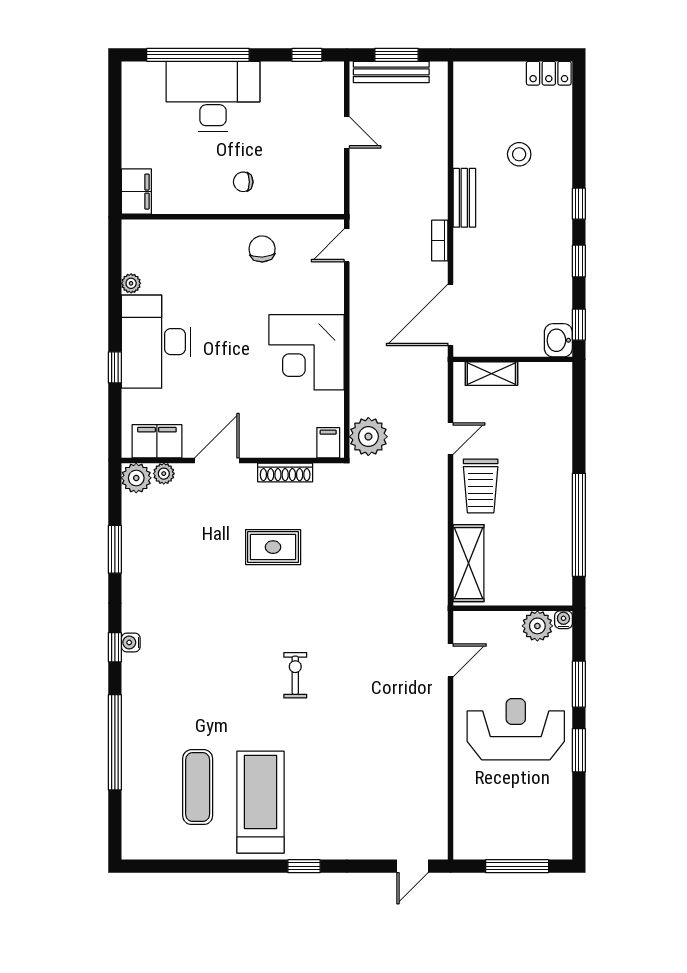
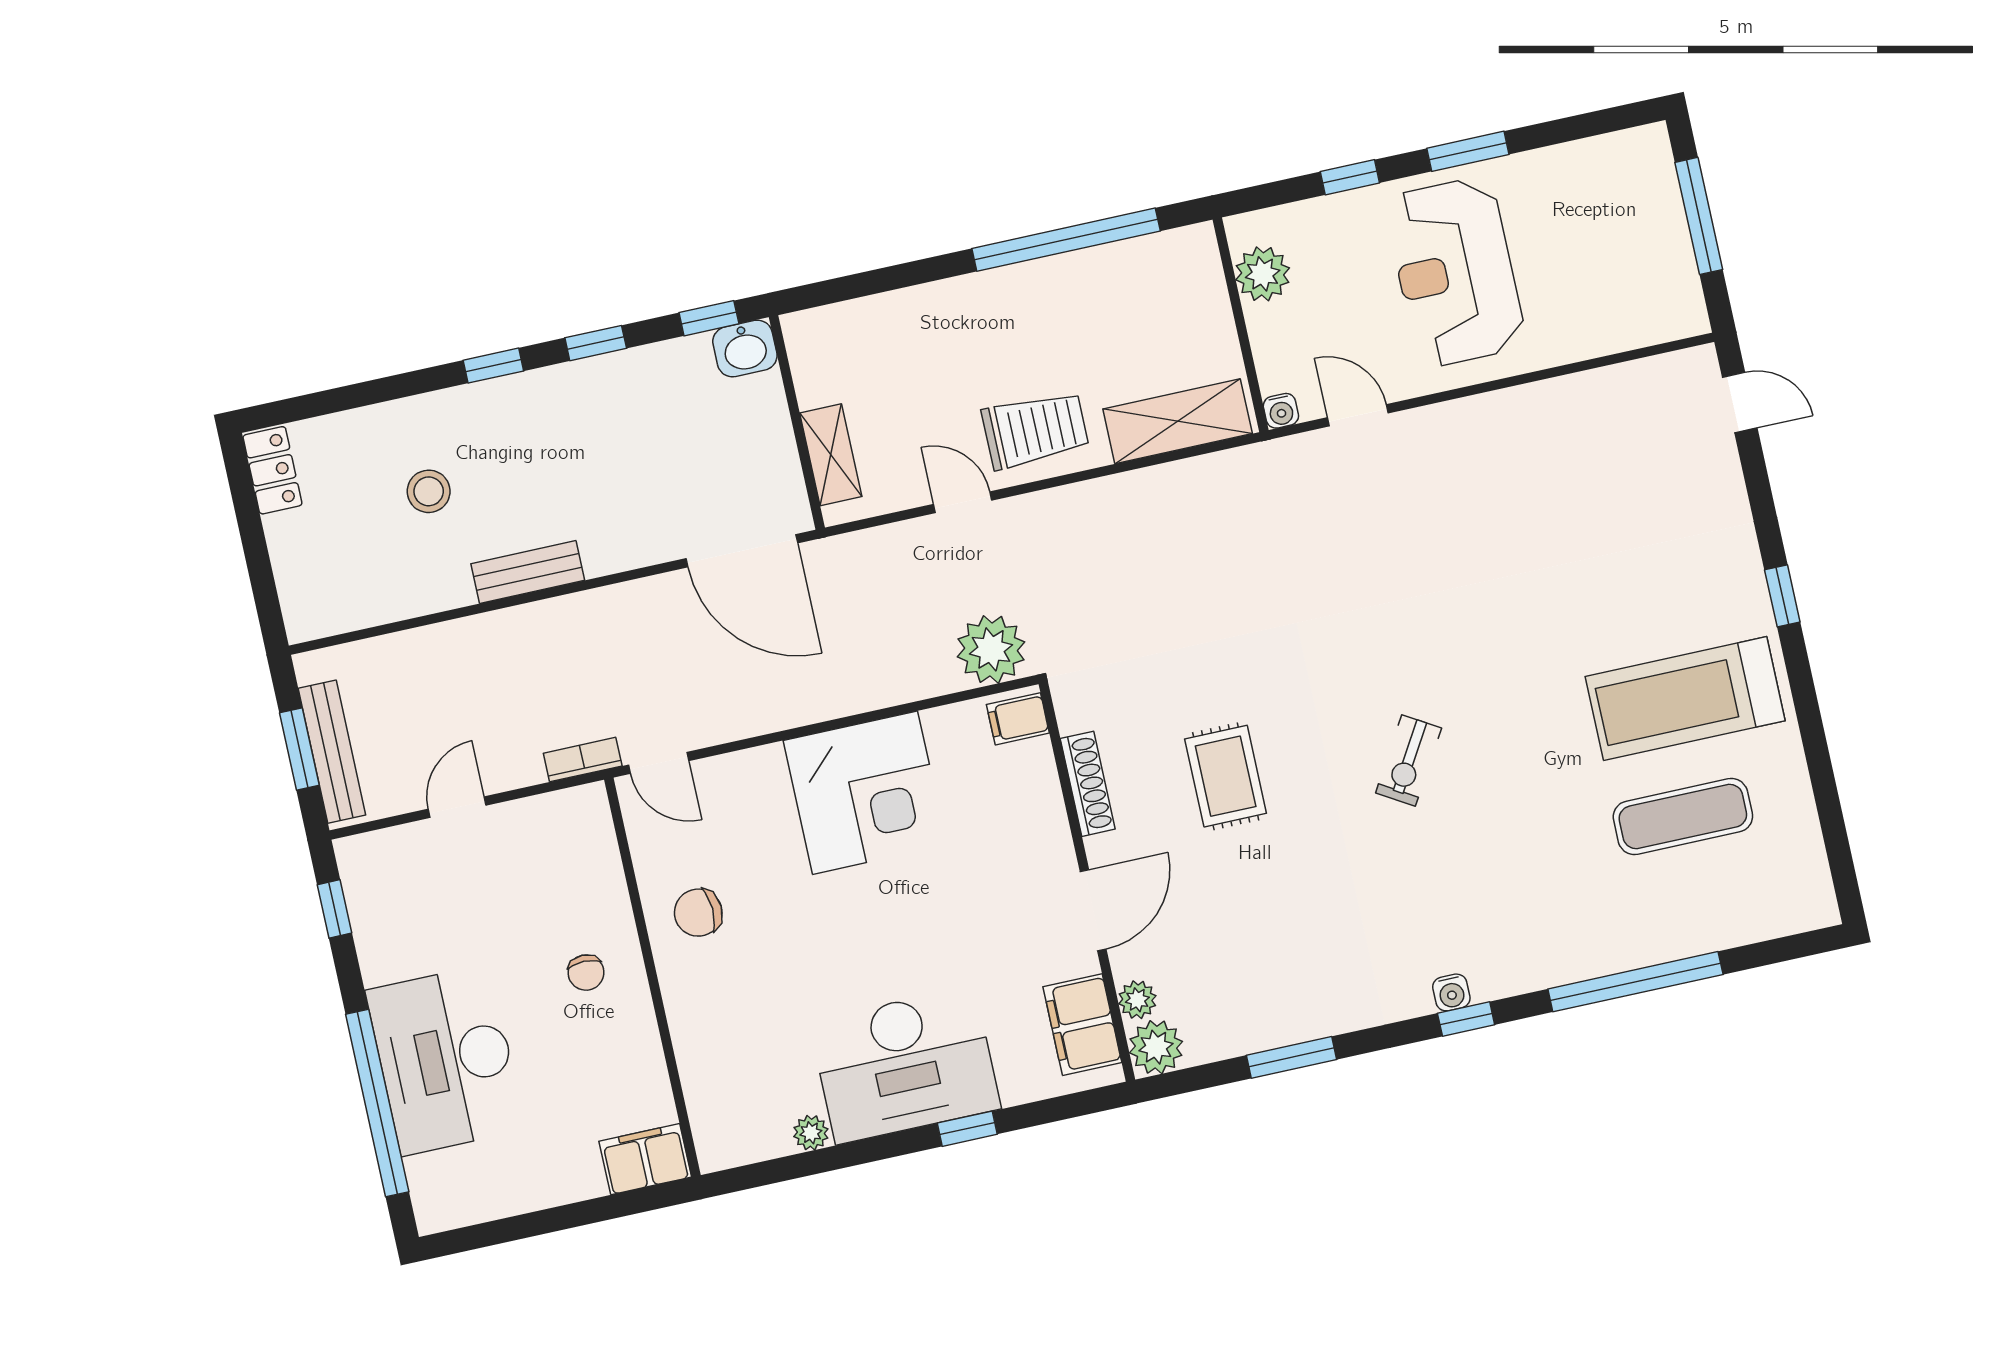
bookcase: (440, 241) -> (583, 760), moved, turned 180
door: (217, 460) -> (1093, 910), swing flipped
water cooler: (563, 620) -> (1281, 411), moved, turned -90
exercise bike: (295, 675) -> (1409, 761), moved, turned -59
window: (579, 684) -> (1350, 177), width x0.67

